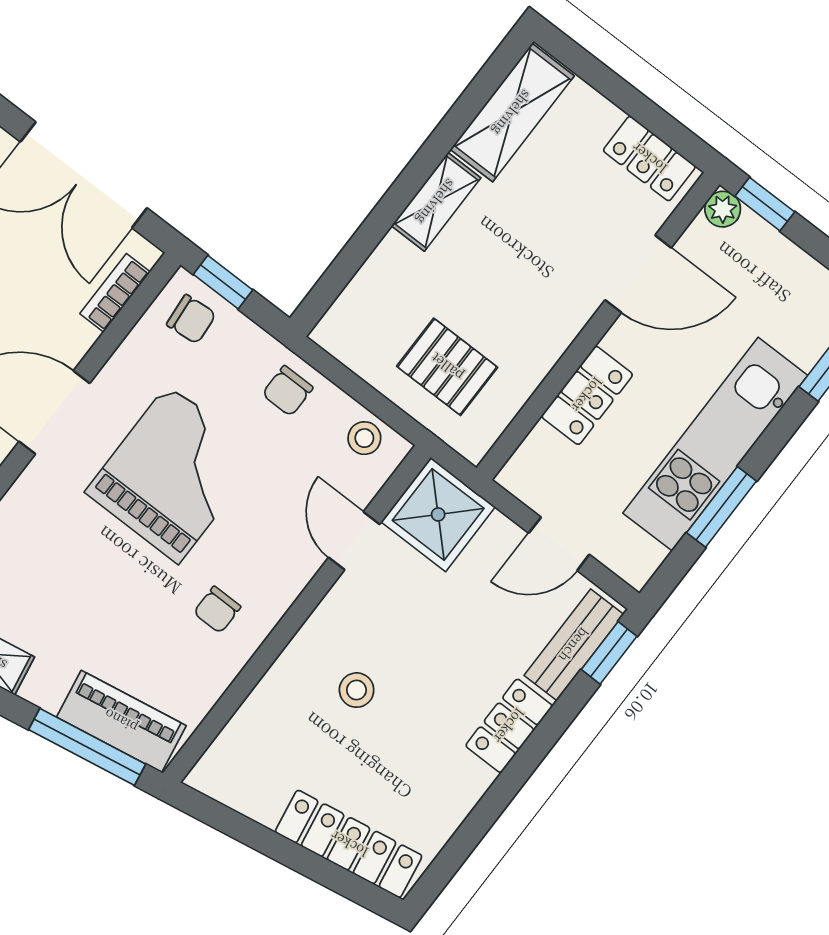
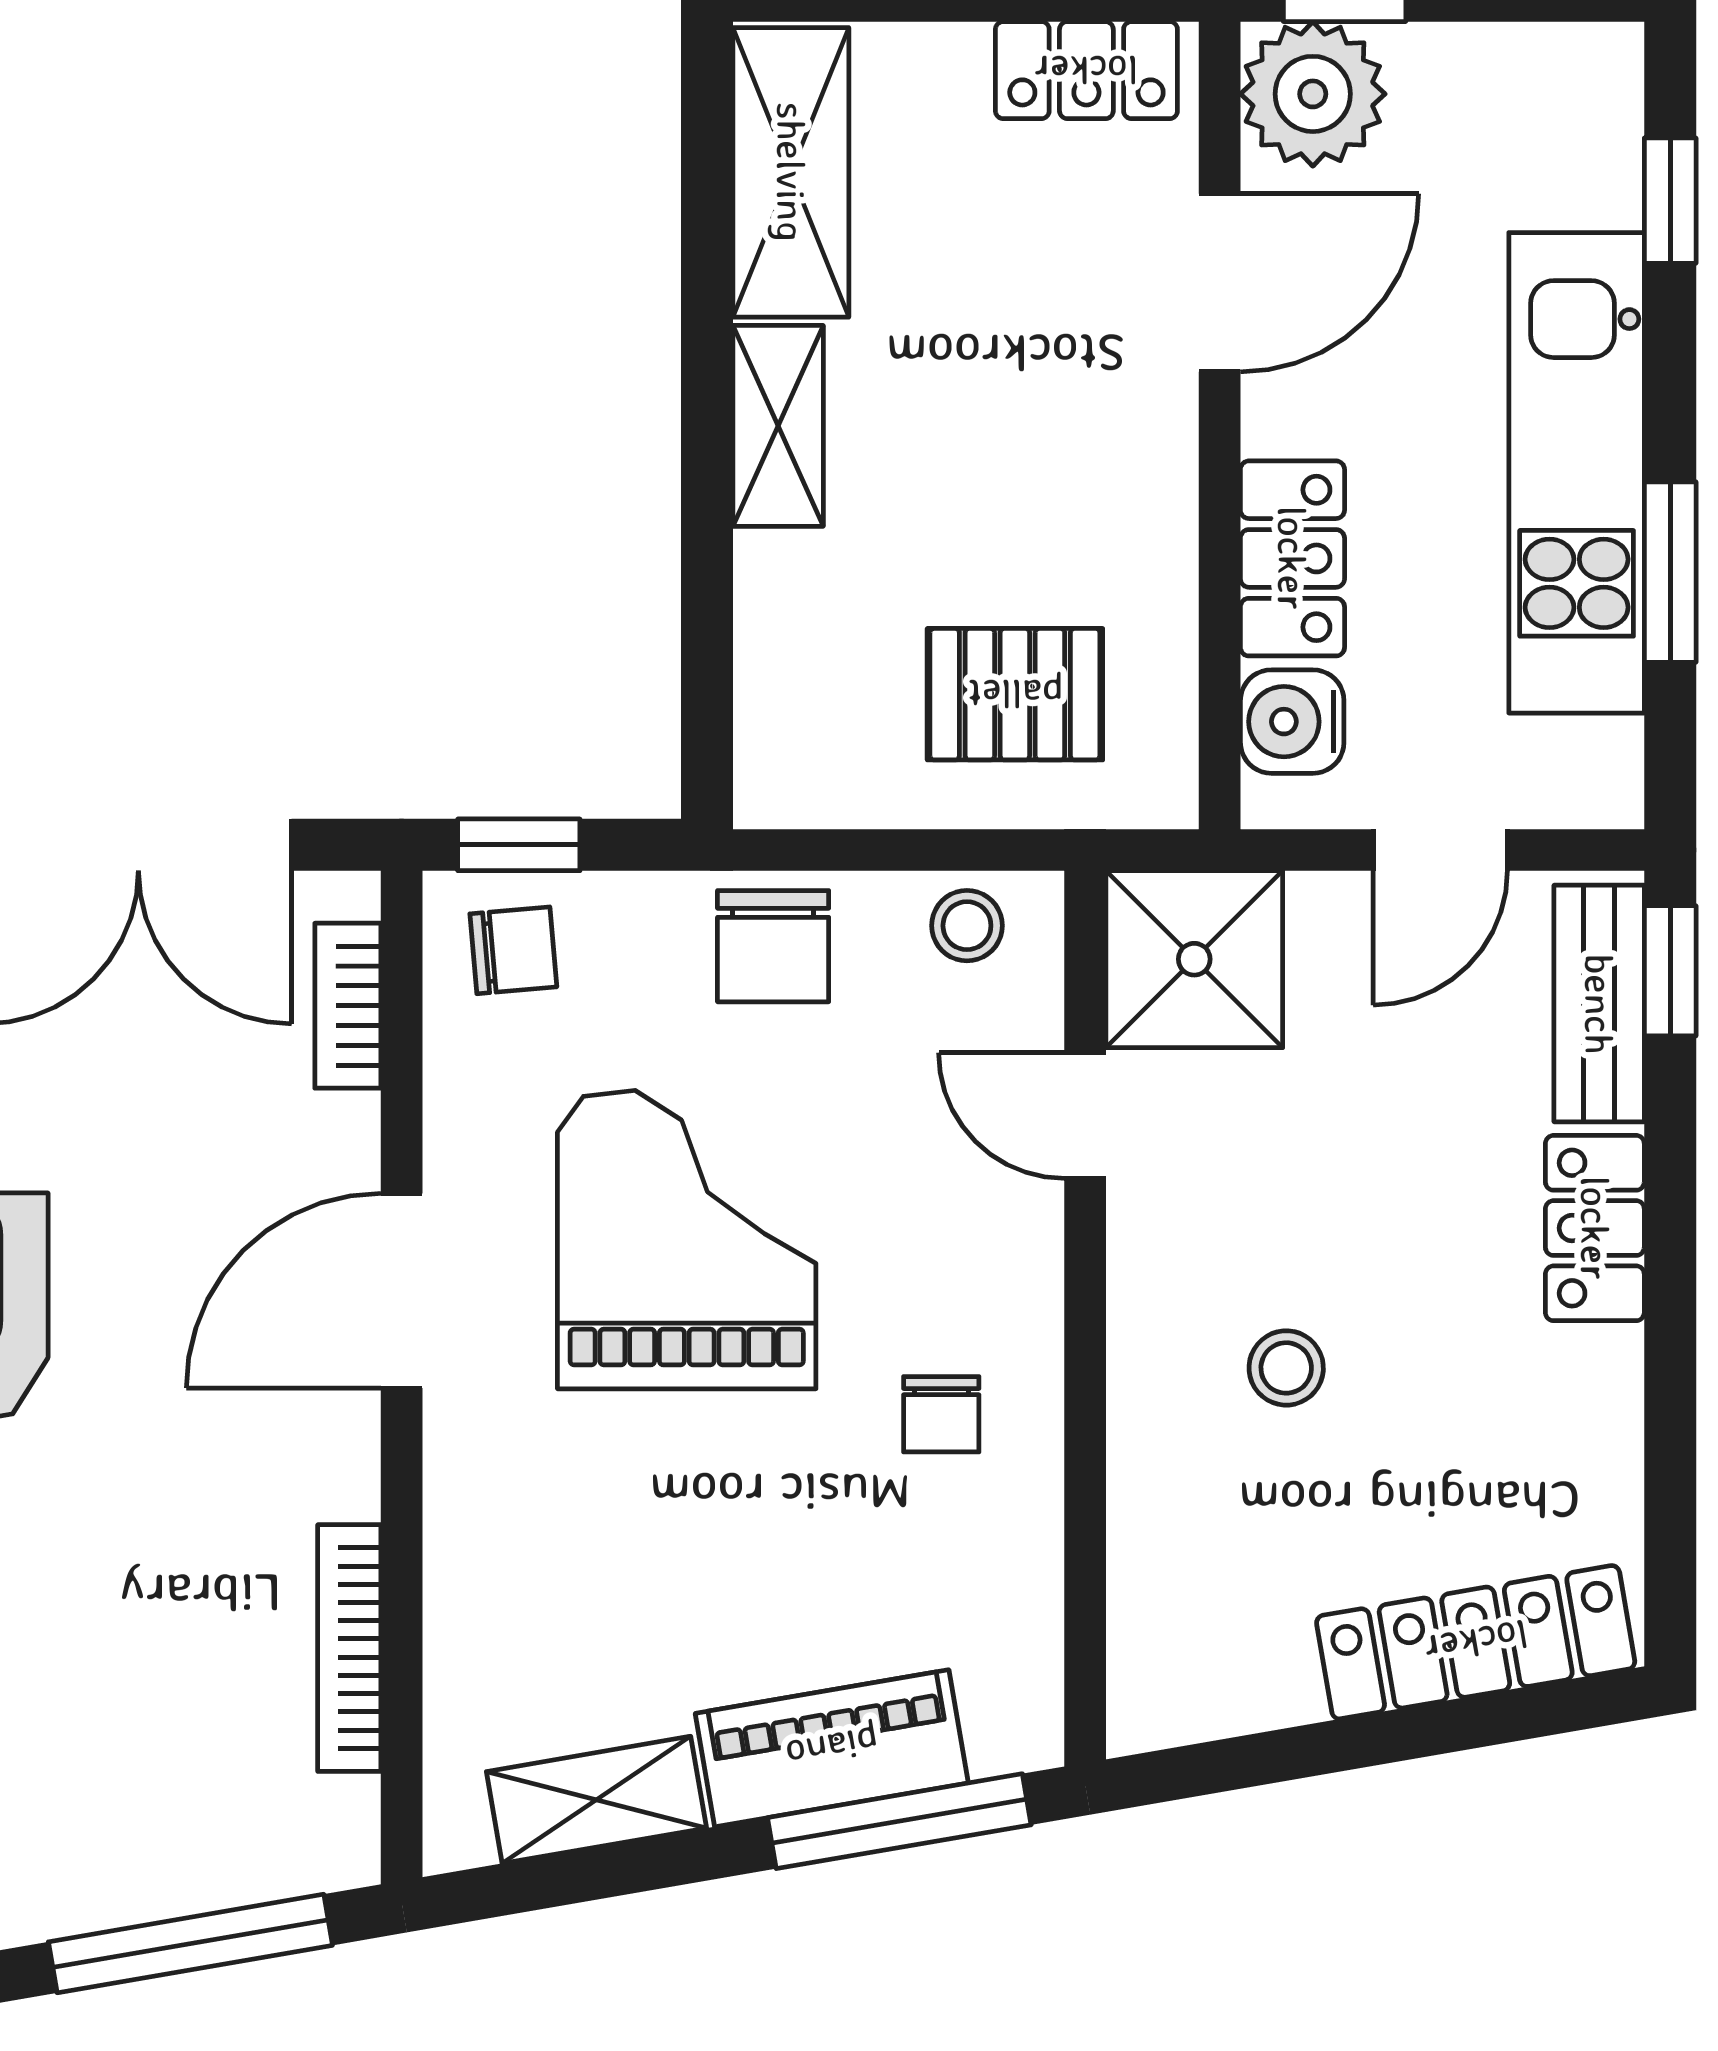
plant: (723, 209) -> (1313, 94), width x1.87, depth x1.87
chair: (288, 391) -> (773, 946), width x1.37, depth x1.37
water cooler: (541, 455) -> (1292, 722), added
piano: (121, 721) -> (832, 1748), moved

